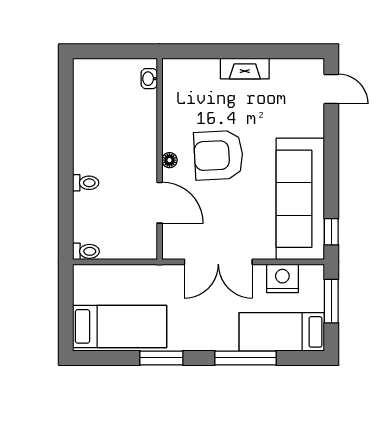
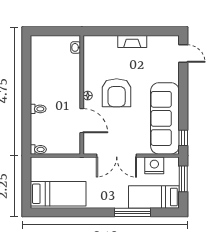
armchair: (218, 155) -> (117, 93), turned -87
window: (161, 358) -> (83, 212), removed

